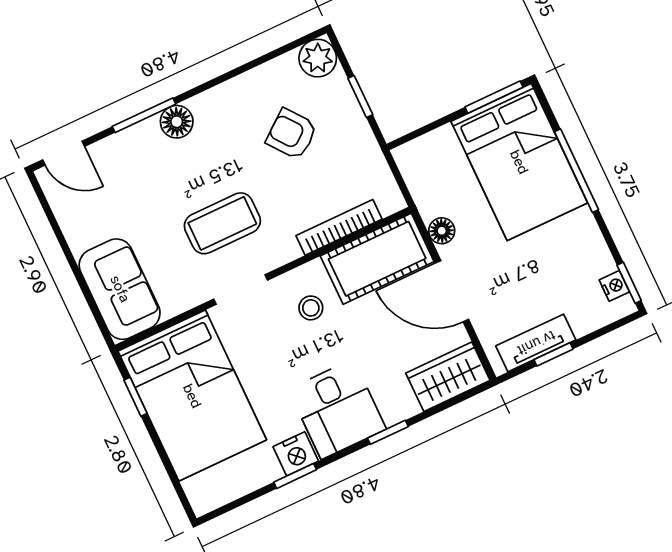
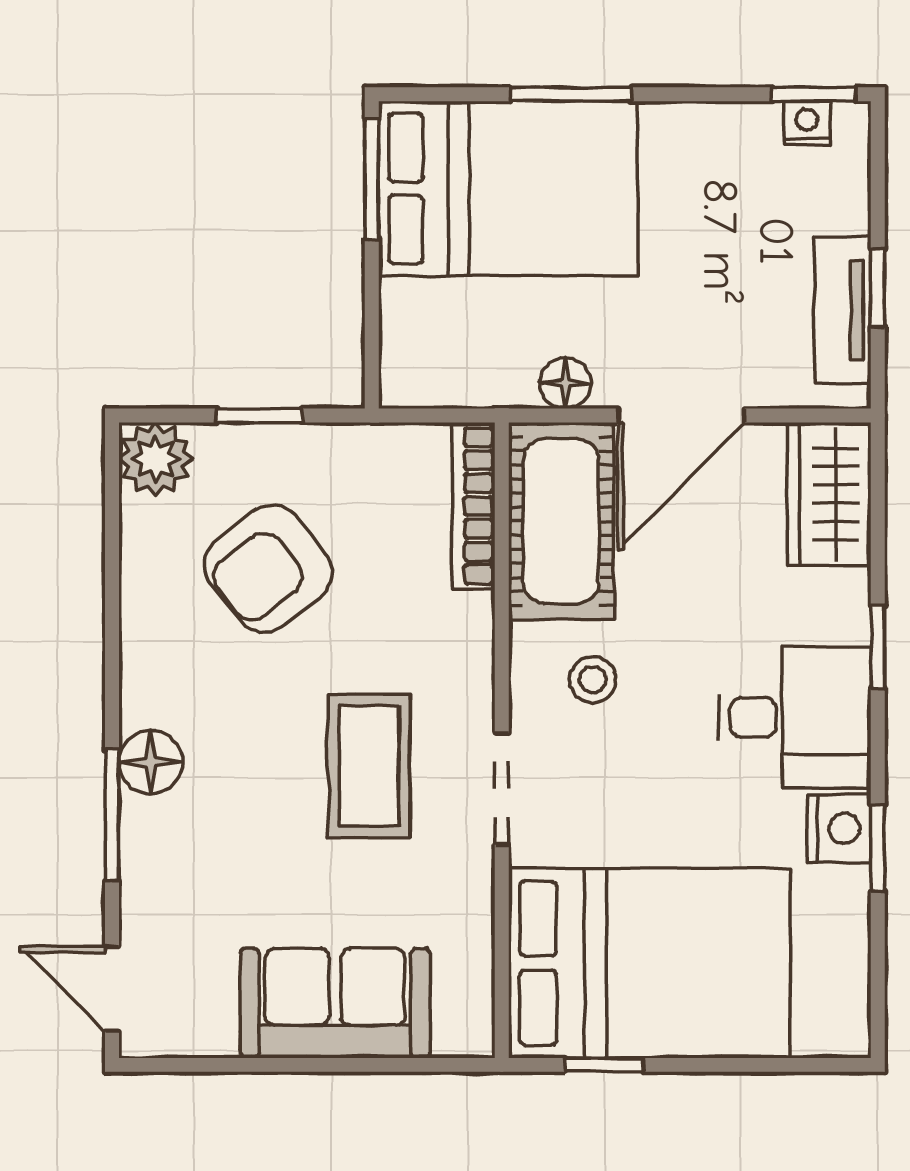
armchair: (292, 134) -> (268, 569), width x1.38, depth x1.38
door: (64, 153) -> (112, 989), swing flipped
window: (576, 171) -> (571, 94), width x0.69
bookcase: (339, 227) -> (473, 506), moved
sofa: (120, 289) -> (335, 1003), moved

